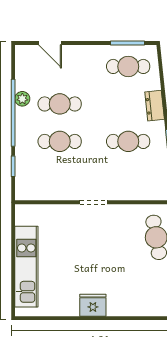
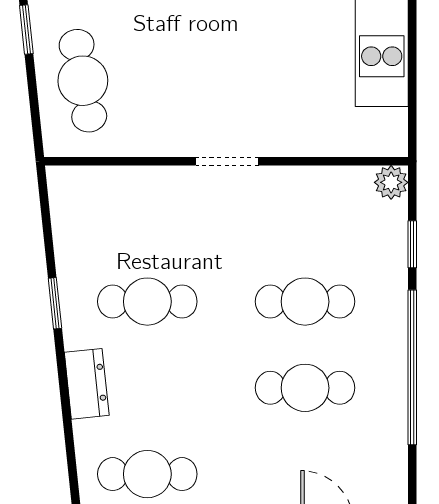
plant: (22, 99) -> (391, 182), moved

